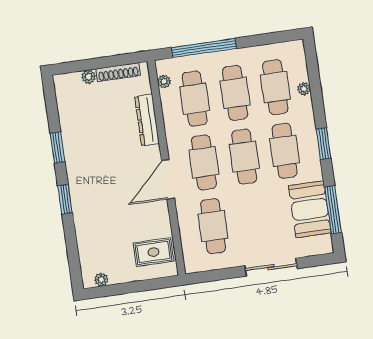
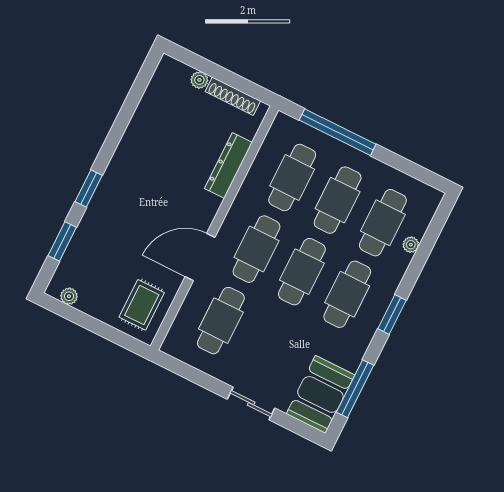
plant: (164, 82) -> (273, 138), removed
window: (58, 147) -> (62, 241), moved
door: (168, 179) -> (200, 257), moved
booth: (310, 209) -> (320, 394), moved
rug: (154, 252) -> (142, 305), turned 90
sliding door: (271, 267) -> (251, 404), width x0.73

